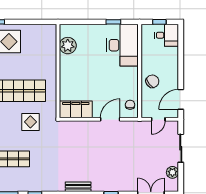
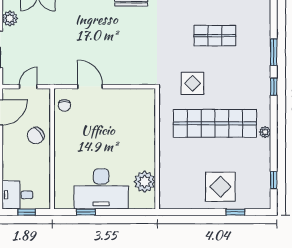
desk: (123, 45) -> (101, 189), moved, turned -90
filing cabinet: (76, 109) -> (134, 99), removed
door: (110, 119) -> (90, 87), swing flipped

